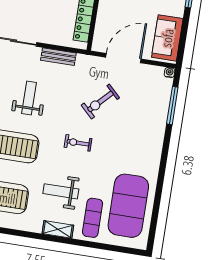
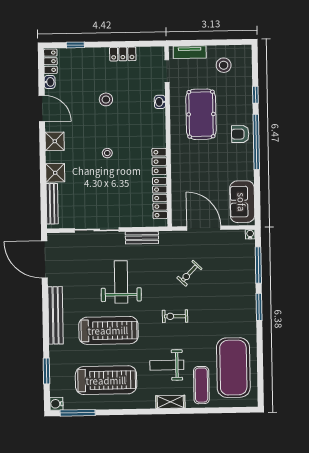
door: (123, 58) -> (204, 228), hinge flipped
weight bench: (29, 98) -> (121, 282), width x1.36, depth x1.33
exercise bike: (100, 101) -> (189, 273), width x0.73, depth x0.72
window: (166, 148) -> (259, 307), added

